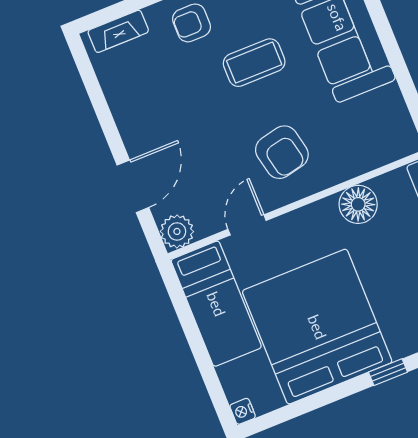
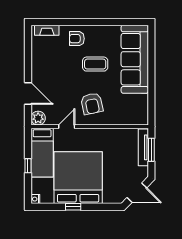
door: (133, 186) -> (28, 93), hinge flipped
floor lamp: (358, 204) -> (114, 136), removed
window: (197, 345) -> (28, 166), added
window: (388, 372) -> (73, 207), moved

